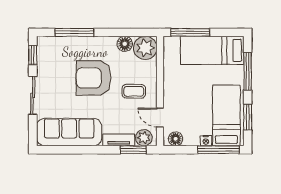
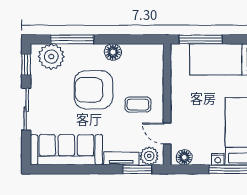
floor lamp: (125, 44) -> (113, 52), moved
plant: (145, 48) -> (51, 57), moved

